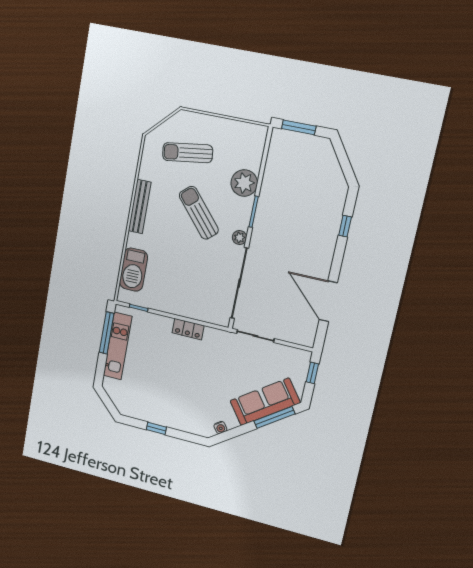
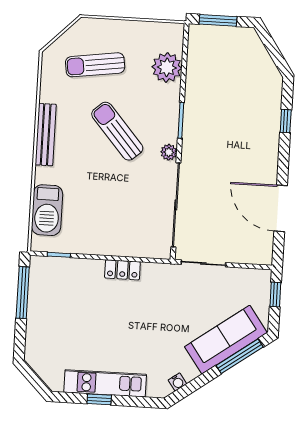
plant: (244, 183) -> (167, 67), moved
kitchen unit: (118, 346) -> (105, 383), moved, turned -90

